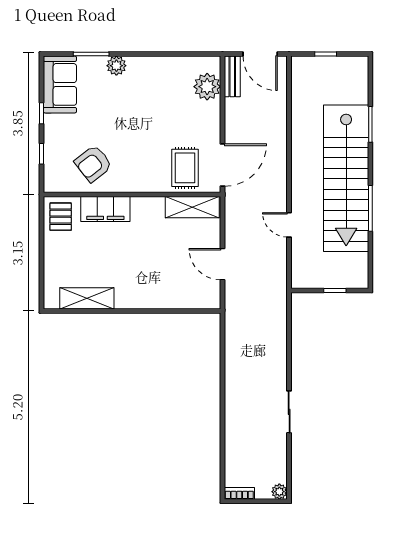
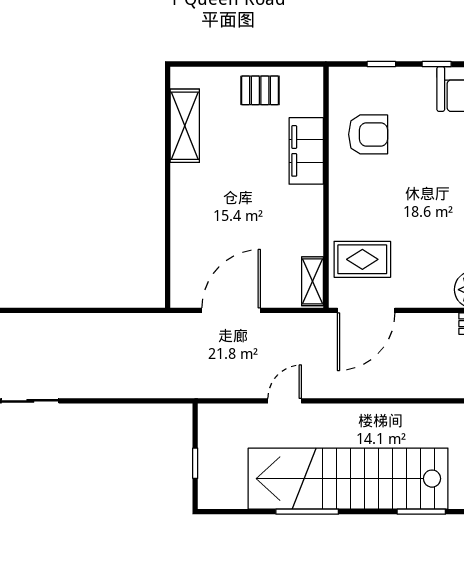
armchair: (93, 164) -> (368, 134), turned 128
door: (223, 165) -> (366, 310), hinge flipped
shelving: (192, 207) -> (312, 281), width x0.67, depth x0.75
pallet: (61, 217) -> (260, 90), moved
door: (223, 264) -> (231, 310), width x1.36

